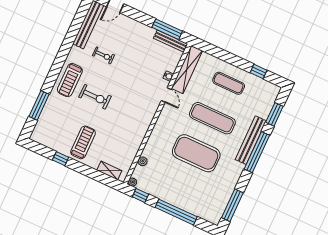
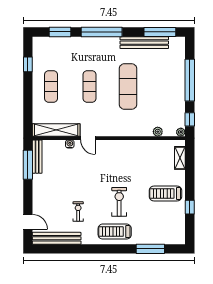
treadmill: (70, 80) -> (115, 232), turned 180
door: (166, 95) -> (88, 138), swing flipped
exercise mat: (212, 118) -> (90, 86), width x0.73, depth x0.69
bench: (251, 140) -> (144, 43), moved
exercise mat: (196, 153) -> (128, 86), width x0.68

